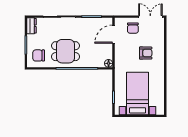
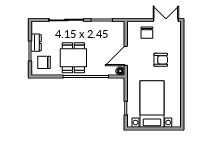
dresser: (31, 26) -> (36, 43), moved
door: (114, 34) -> (126, 56), moved
dining table: (66, 51) -> (73, 58), turned 90

